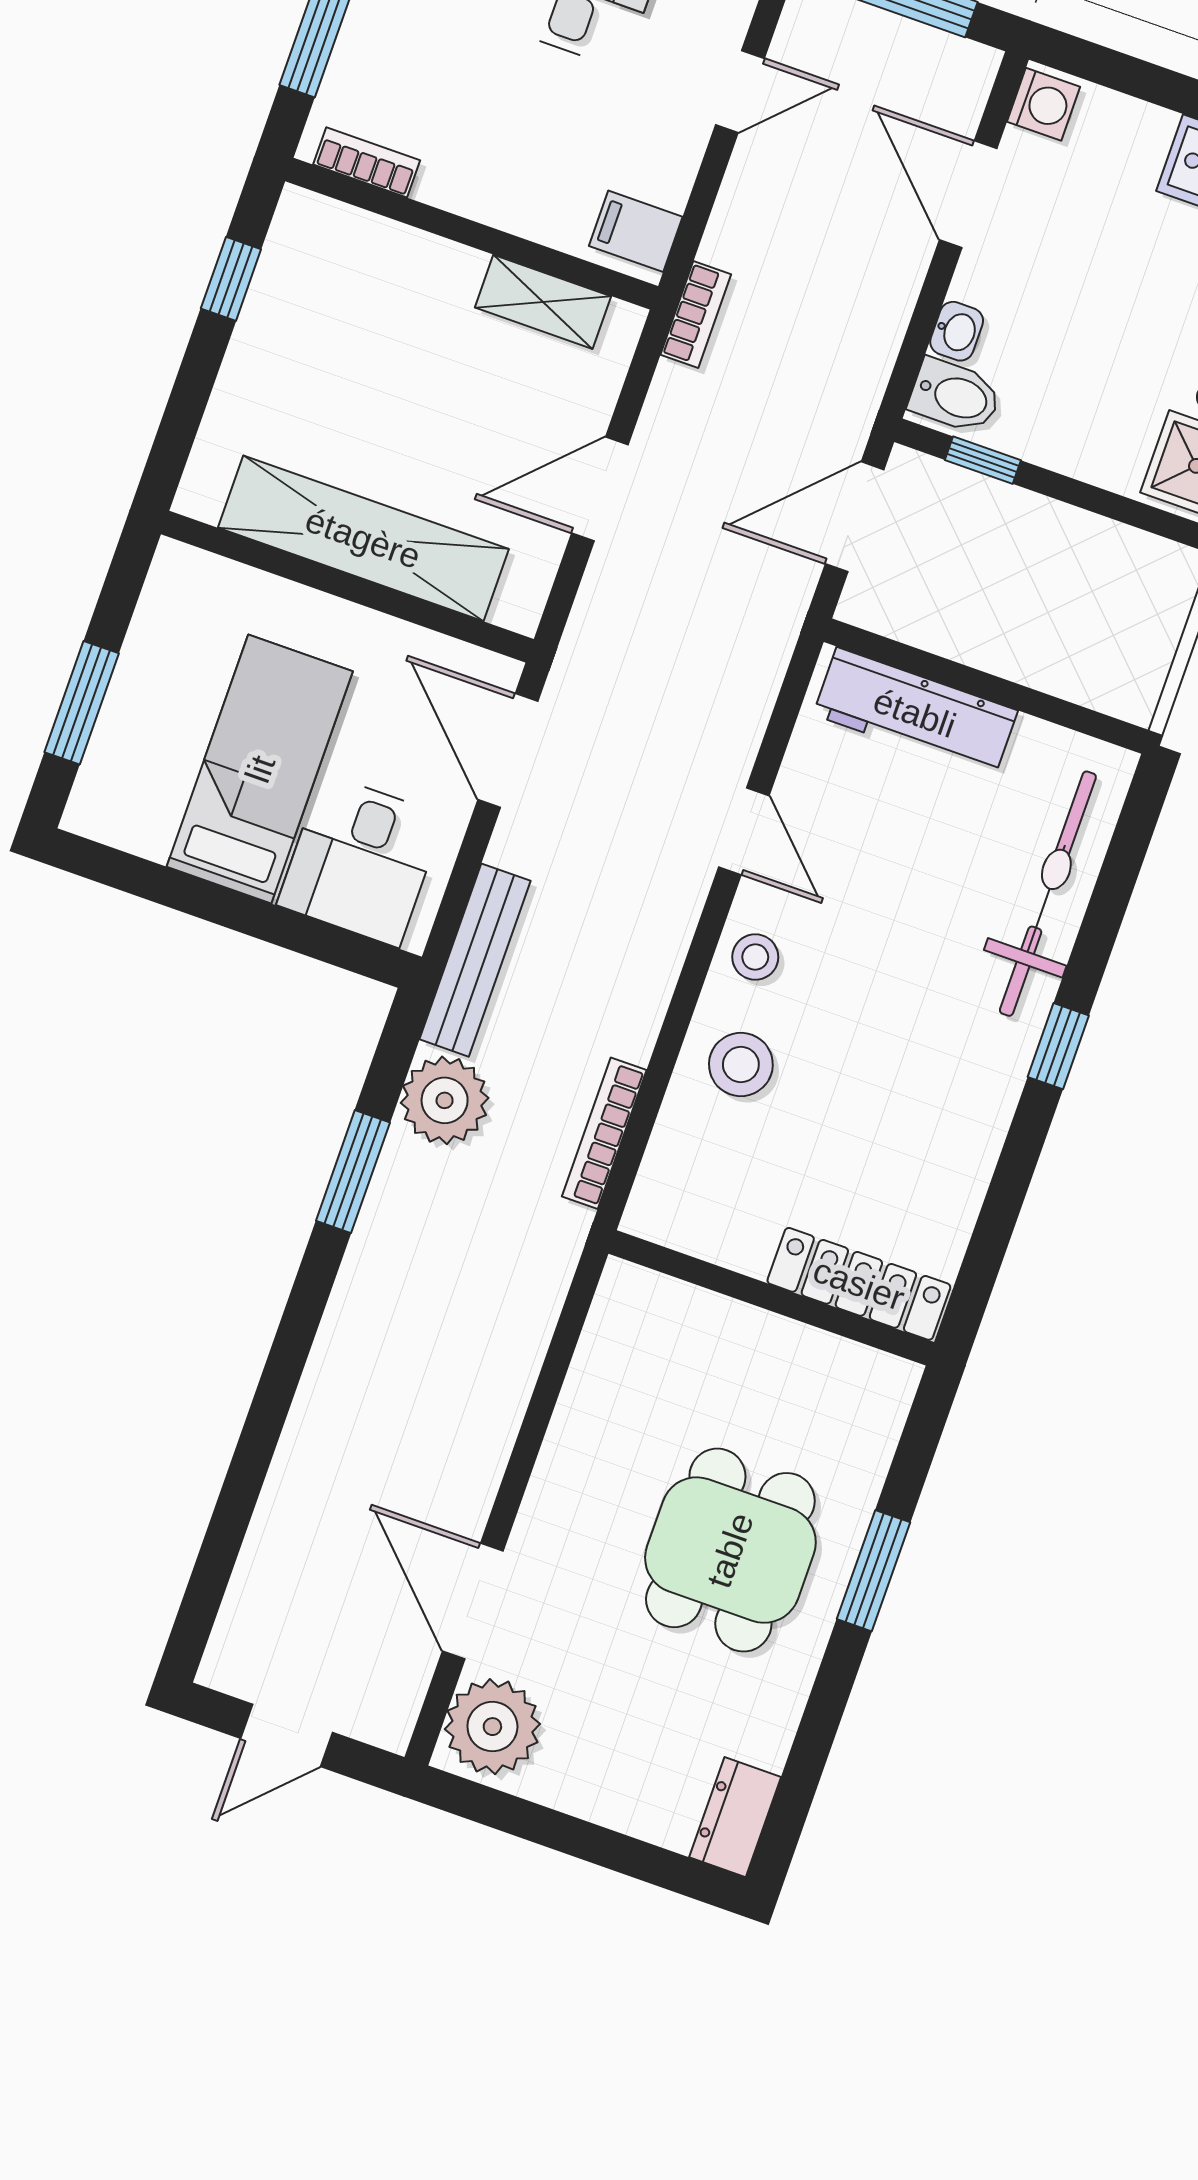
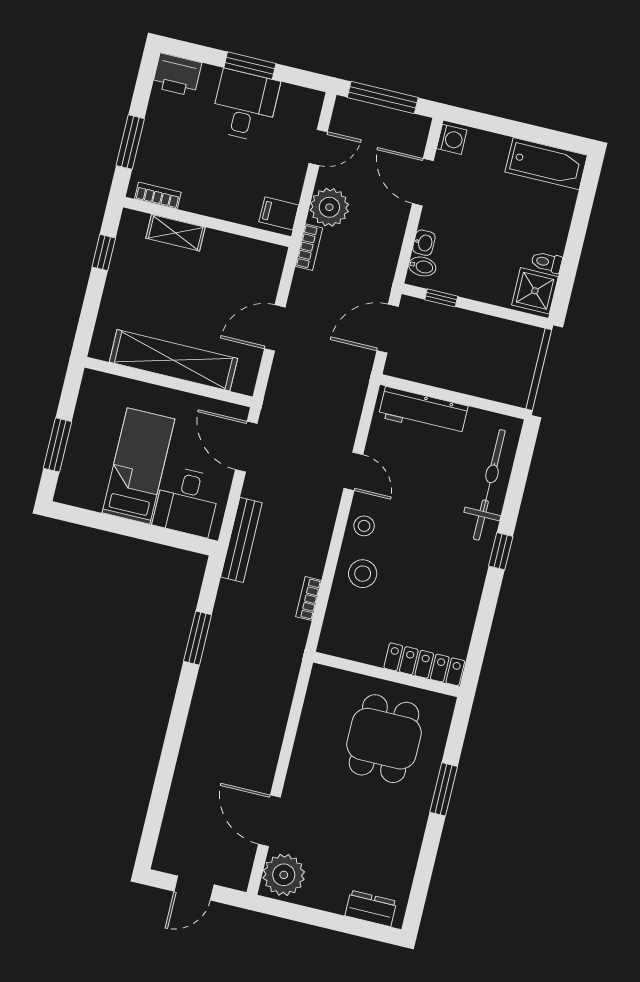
shelving: (543, 302) -> (176, 233), moved
bidet: (955, 396) -> (422, 266), width x0.72, depth x0.74
plant: (445, 1100) -> (329, 207), moved
bookcase: (604, 1133) -> (309, 599), width x0.64
dining table: (730, 1550) -> (384, 739), moved
dresser: (735, 1817) -> (371, 908), moved, turned 90

